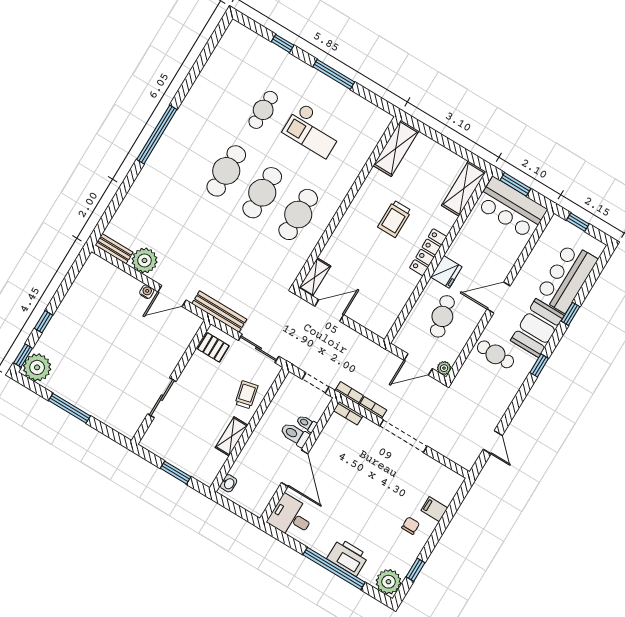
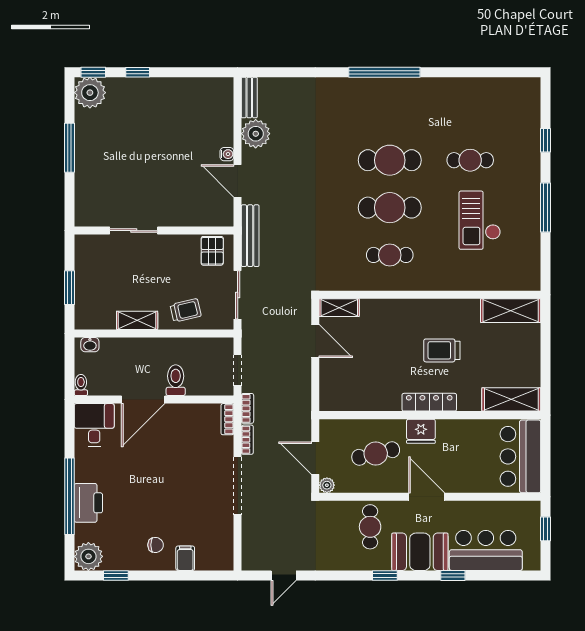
window: (515, 184) -> (546, 447), removed
cafe table: (298, 214) -> (390, 255), width x0.73, depth x0.74
toilet: (306, 423) -> (81, 385), moved

